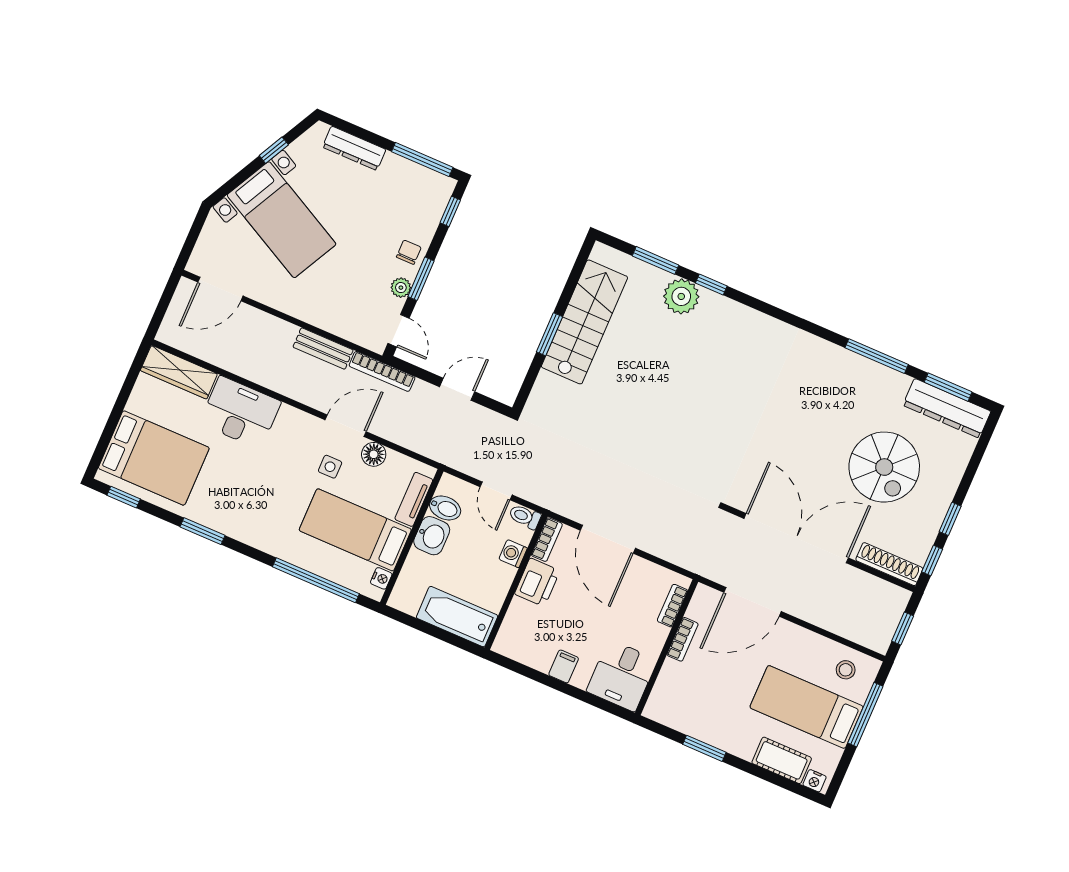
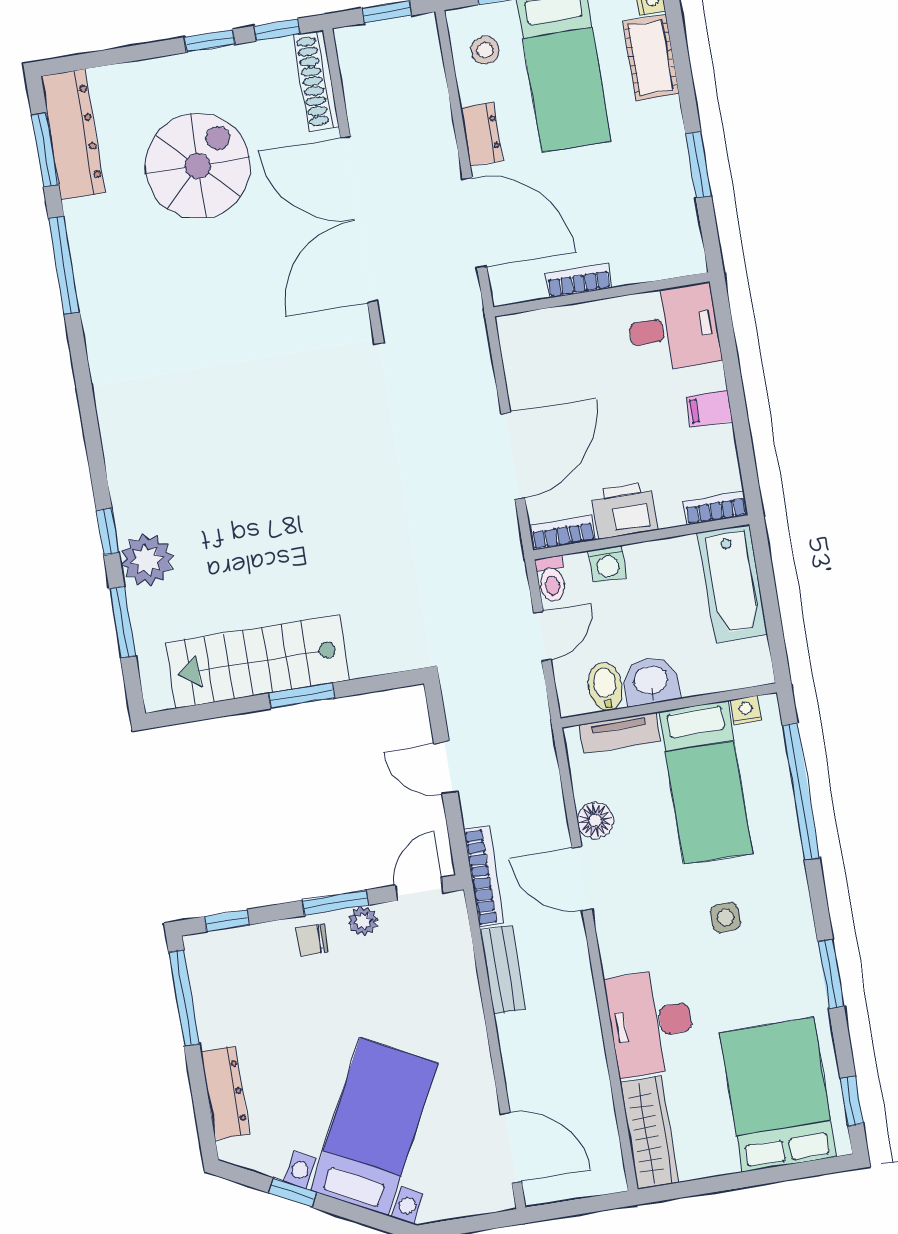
side table: (330, 467) -> (726, 917), moved
bookcase: (672, 606) -> (716, 508), moved, turned 180
dresser: (800, 638) -> (482, 134), added

